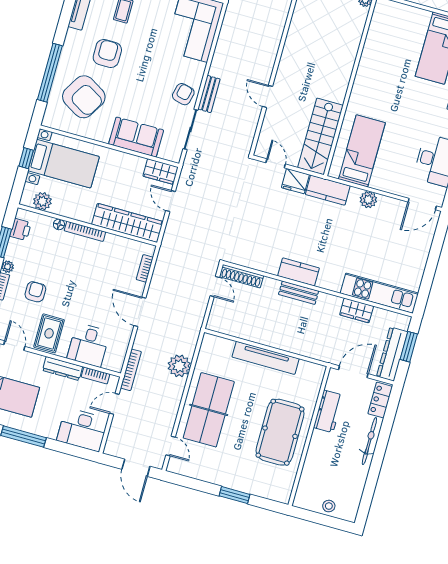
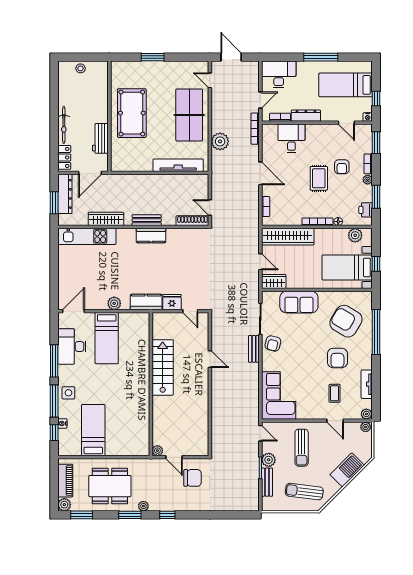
stairs: (320, 136) -> (163, 367), moved
bed: (362, 151) -> (107, 338), moved
wardrobe: (357, 310) -> (106, 219), width x1.50
rug: (49, 333) -> (319, 178), moved
tv unit: (266, 358) -> (178, 165), moved

